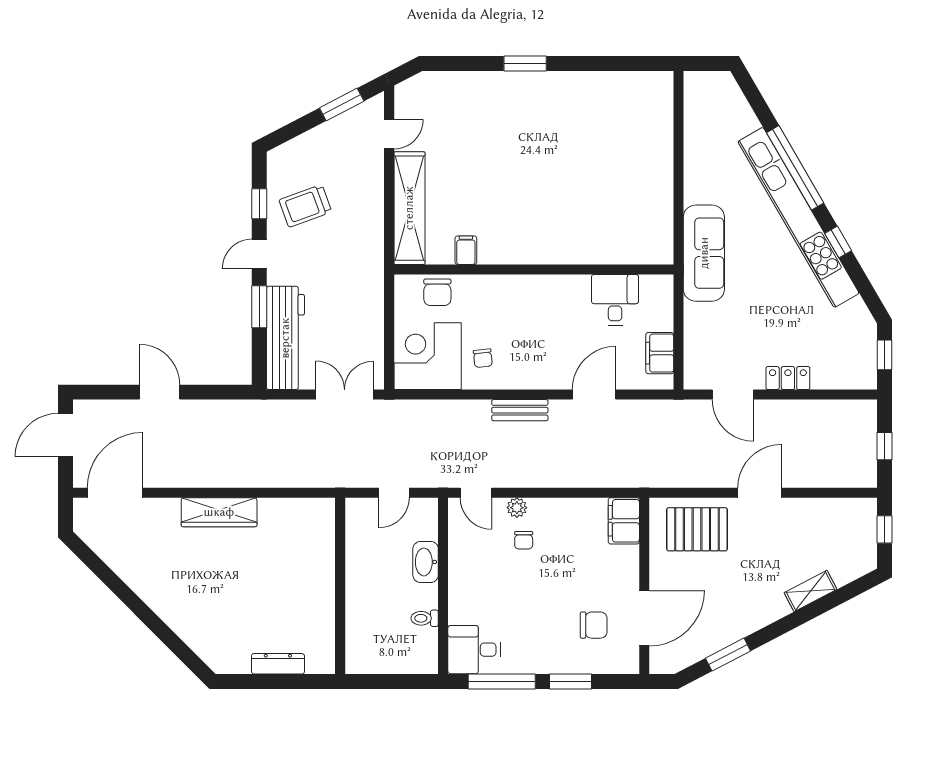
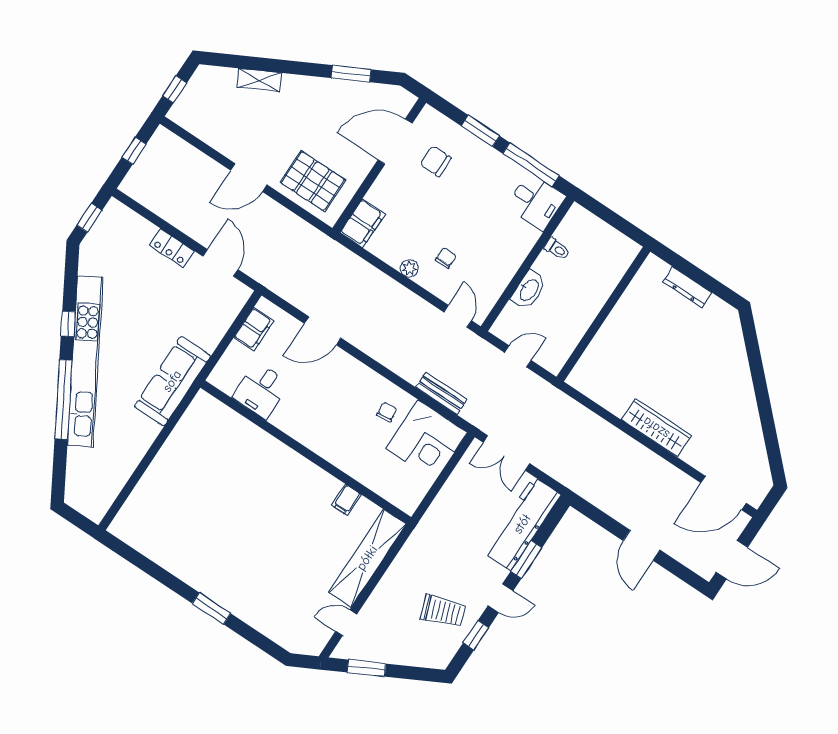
chair: (437, 292) -> (388, 483), removed
bench: (520, 410) -> (441, 393), moved
plant: (517, 508) -> (409, 268), moved

